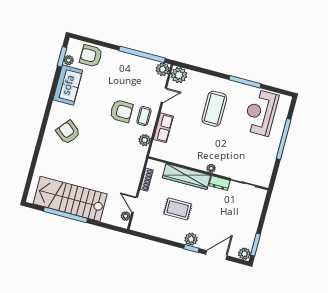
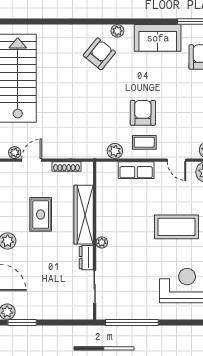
plant: (69, 60) -> (117, 31), moved
armchair: (121, 111) -> (143, 113), turned 180
window: (284, 139) -> (132, 322), moved

